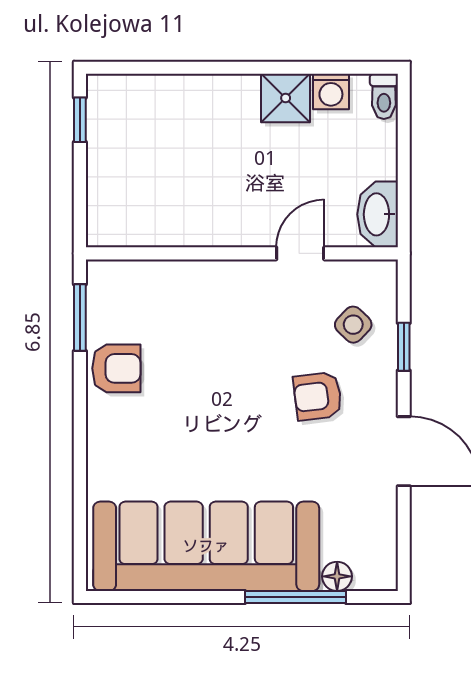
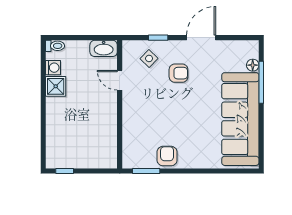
armchair: (318, 396) -> (178, 73), turned -83

